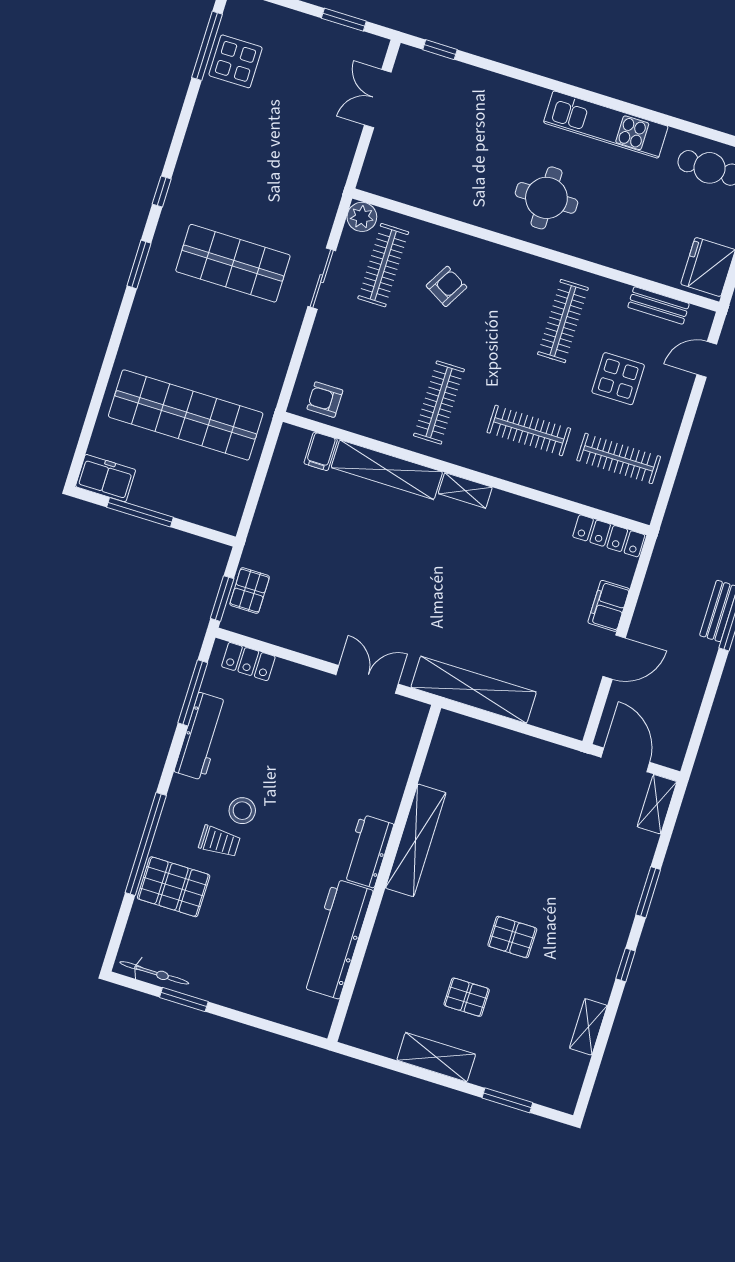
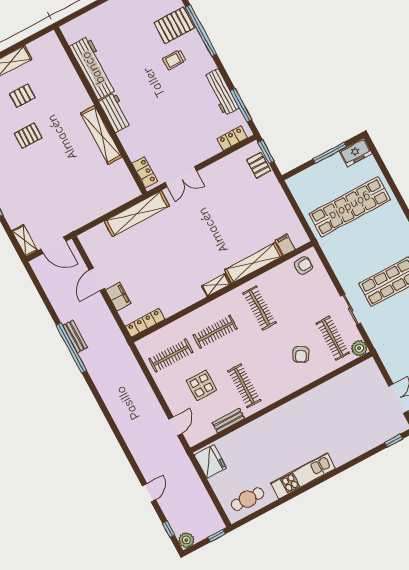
round table: (546, 198) -> (297, 426), removed
bench: (659, 305) -> (228, 421), moved
locker: (408, 733) -> (145, 172), added
stool: (242, 811) -> (178, 80), removed

